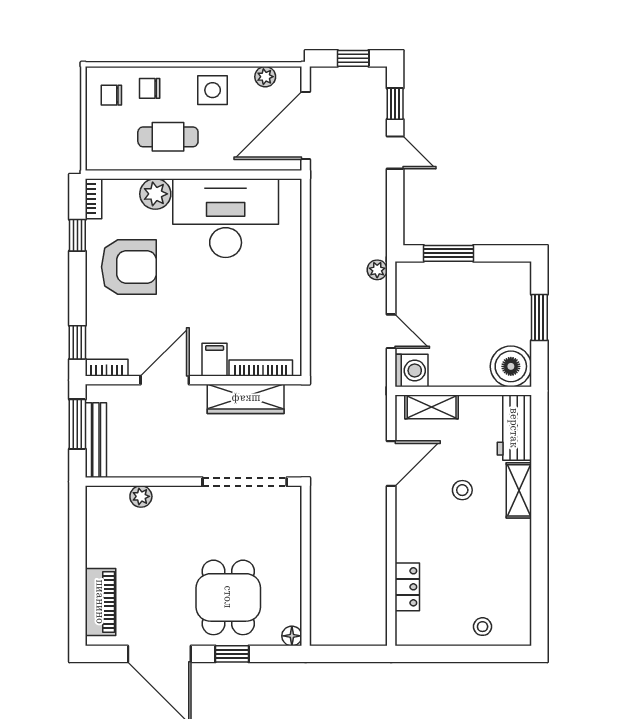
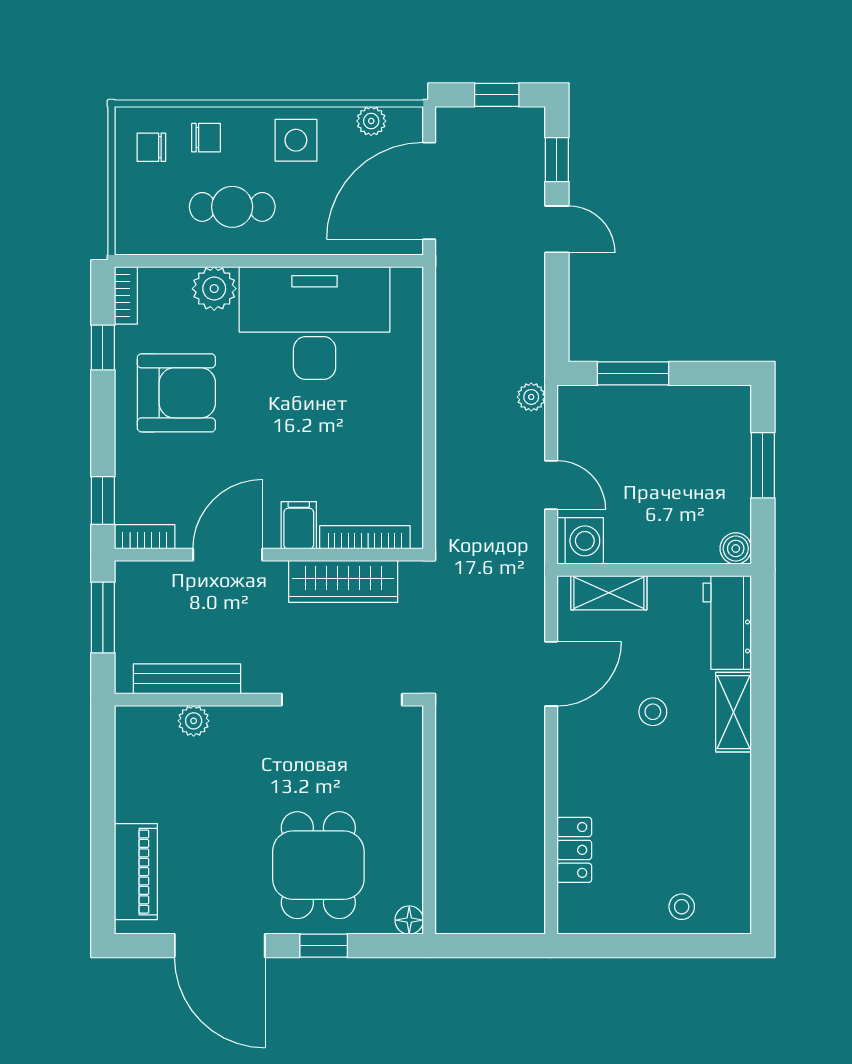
chair: (150, 88) -> (206, 138), turned 180
boiler: (511, 366) -> (736, 548), width x0.54, depth x0.54
bench: (96, 440) -> (187, 679), moved, turned 90

